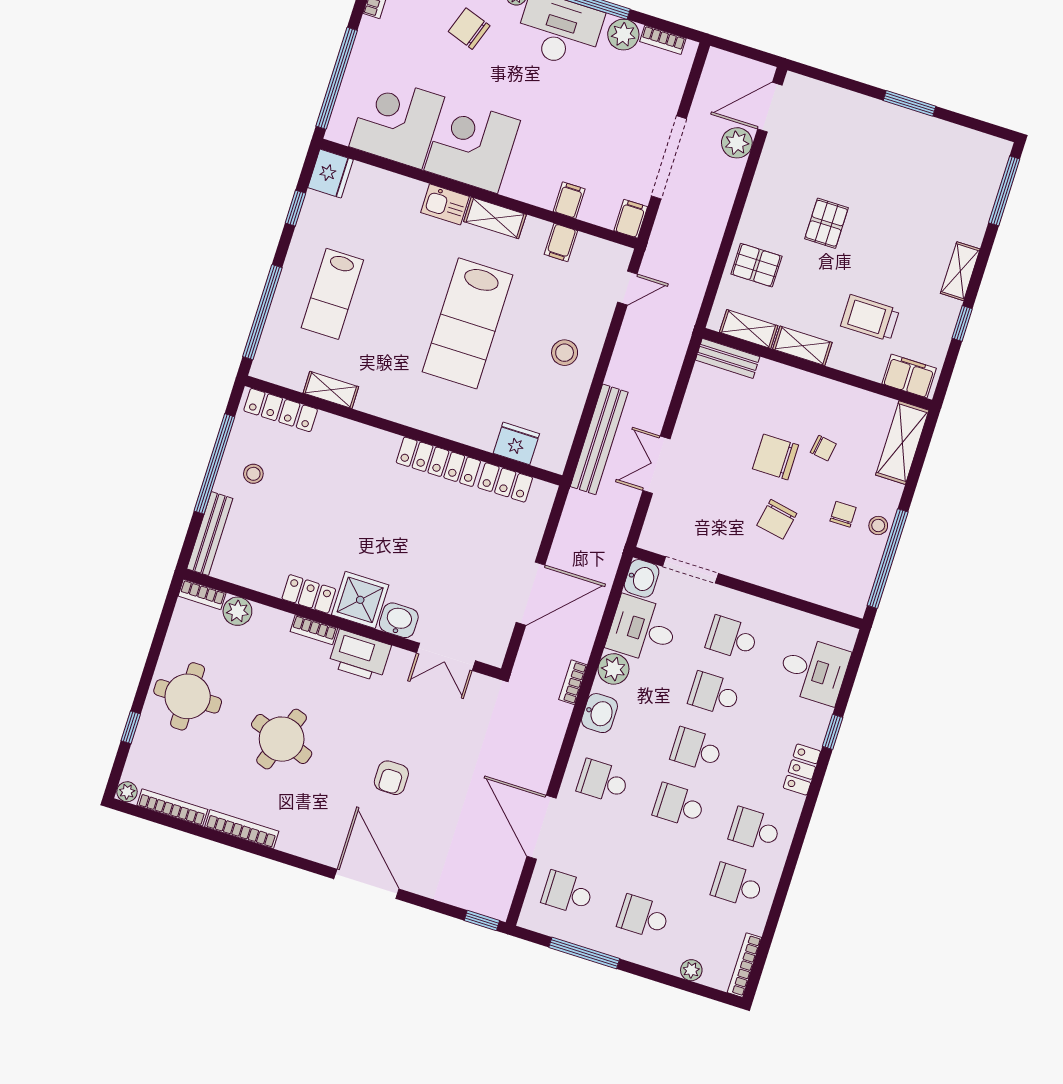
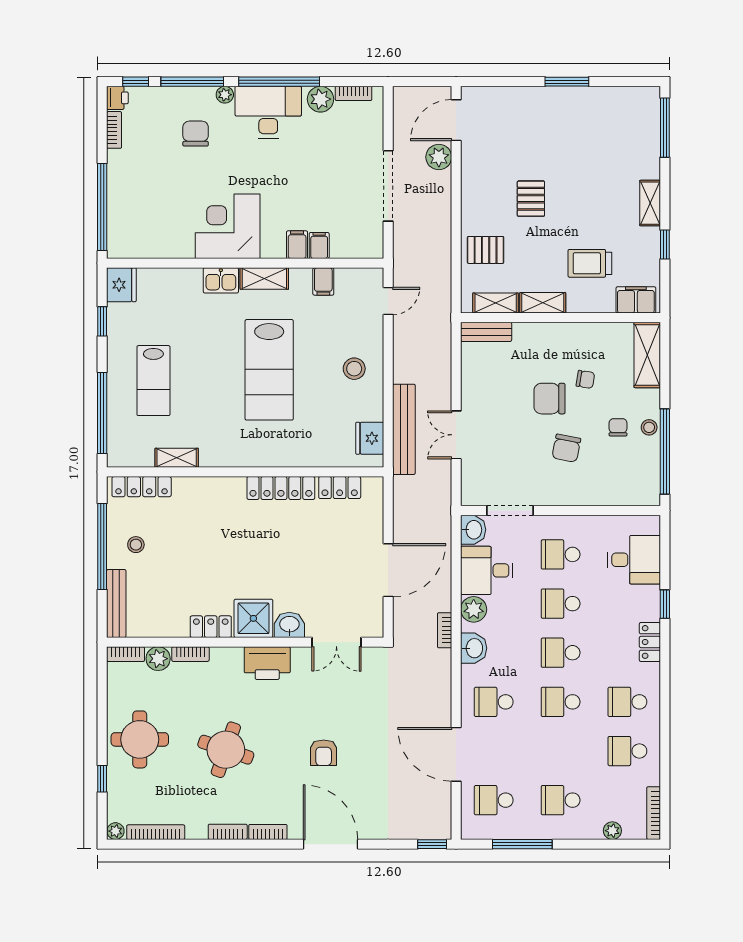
chair: (469, 29) -> (196, 134), turned 71
corner desk: (397, 122) -> (161, 226), removed
filing cabinet: (631, 219) -> (297, 245), moved
fridge: (516, 443) -> (370, 438), moved, turned -90
bookcase: (314, 630) -> (190, 654), moved
bookcase: (242, 829) -> (228, 832), width x0.64
bookcase: (300, 848) -> (268, 832), added

